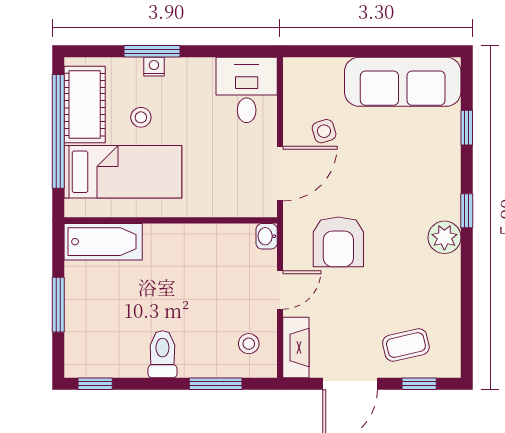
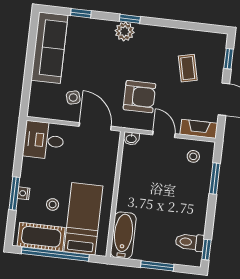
plant: (444, 237) -> (125, 32), moved
coffee table: (406, 345) -> (188, 68), moved
toilet: (162, 354) -> (190, 242), moved

